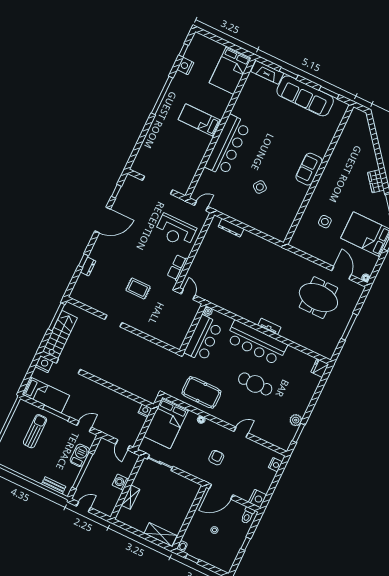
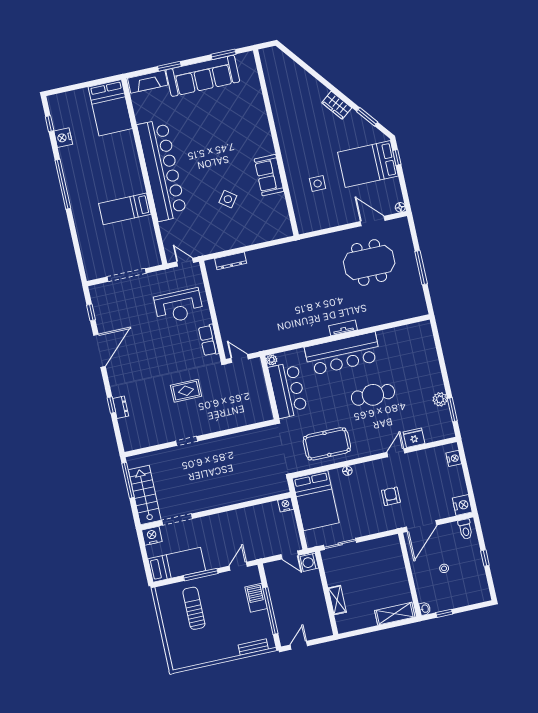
bed: (200, 120) -> (125, 209), moved
bar counter: (228, 145) -> (162, 170), width x1.36
sofa: (309, 169) -> (269, 175), moved
door: (201, 206) -> (185, 262), hinge flipped
fridge: (320, 368) -> (414, 438), moved, turned 90
washing machine: (120, 482) -> (309, 562), moved

